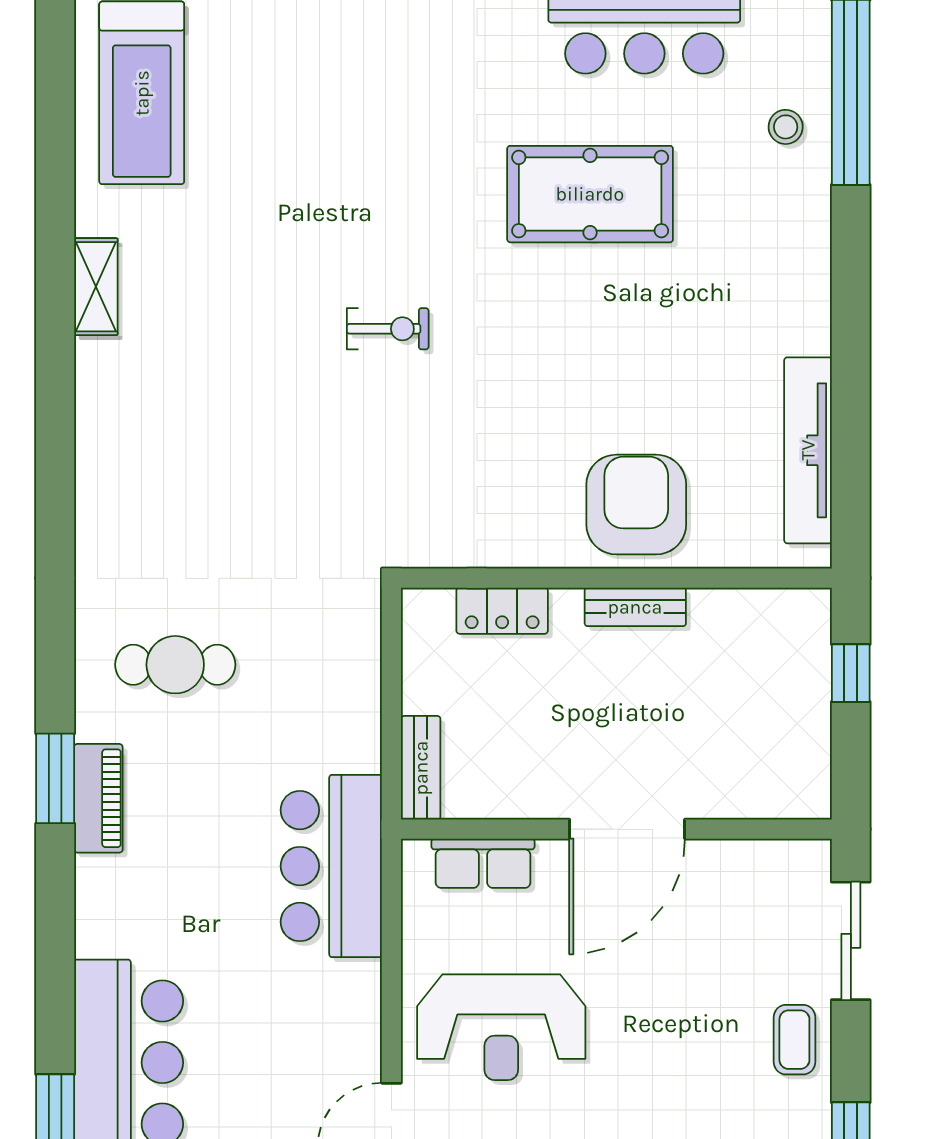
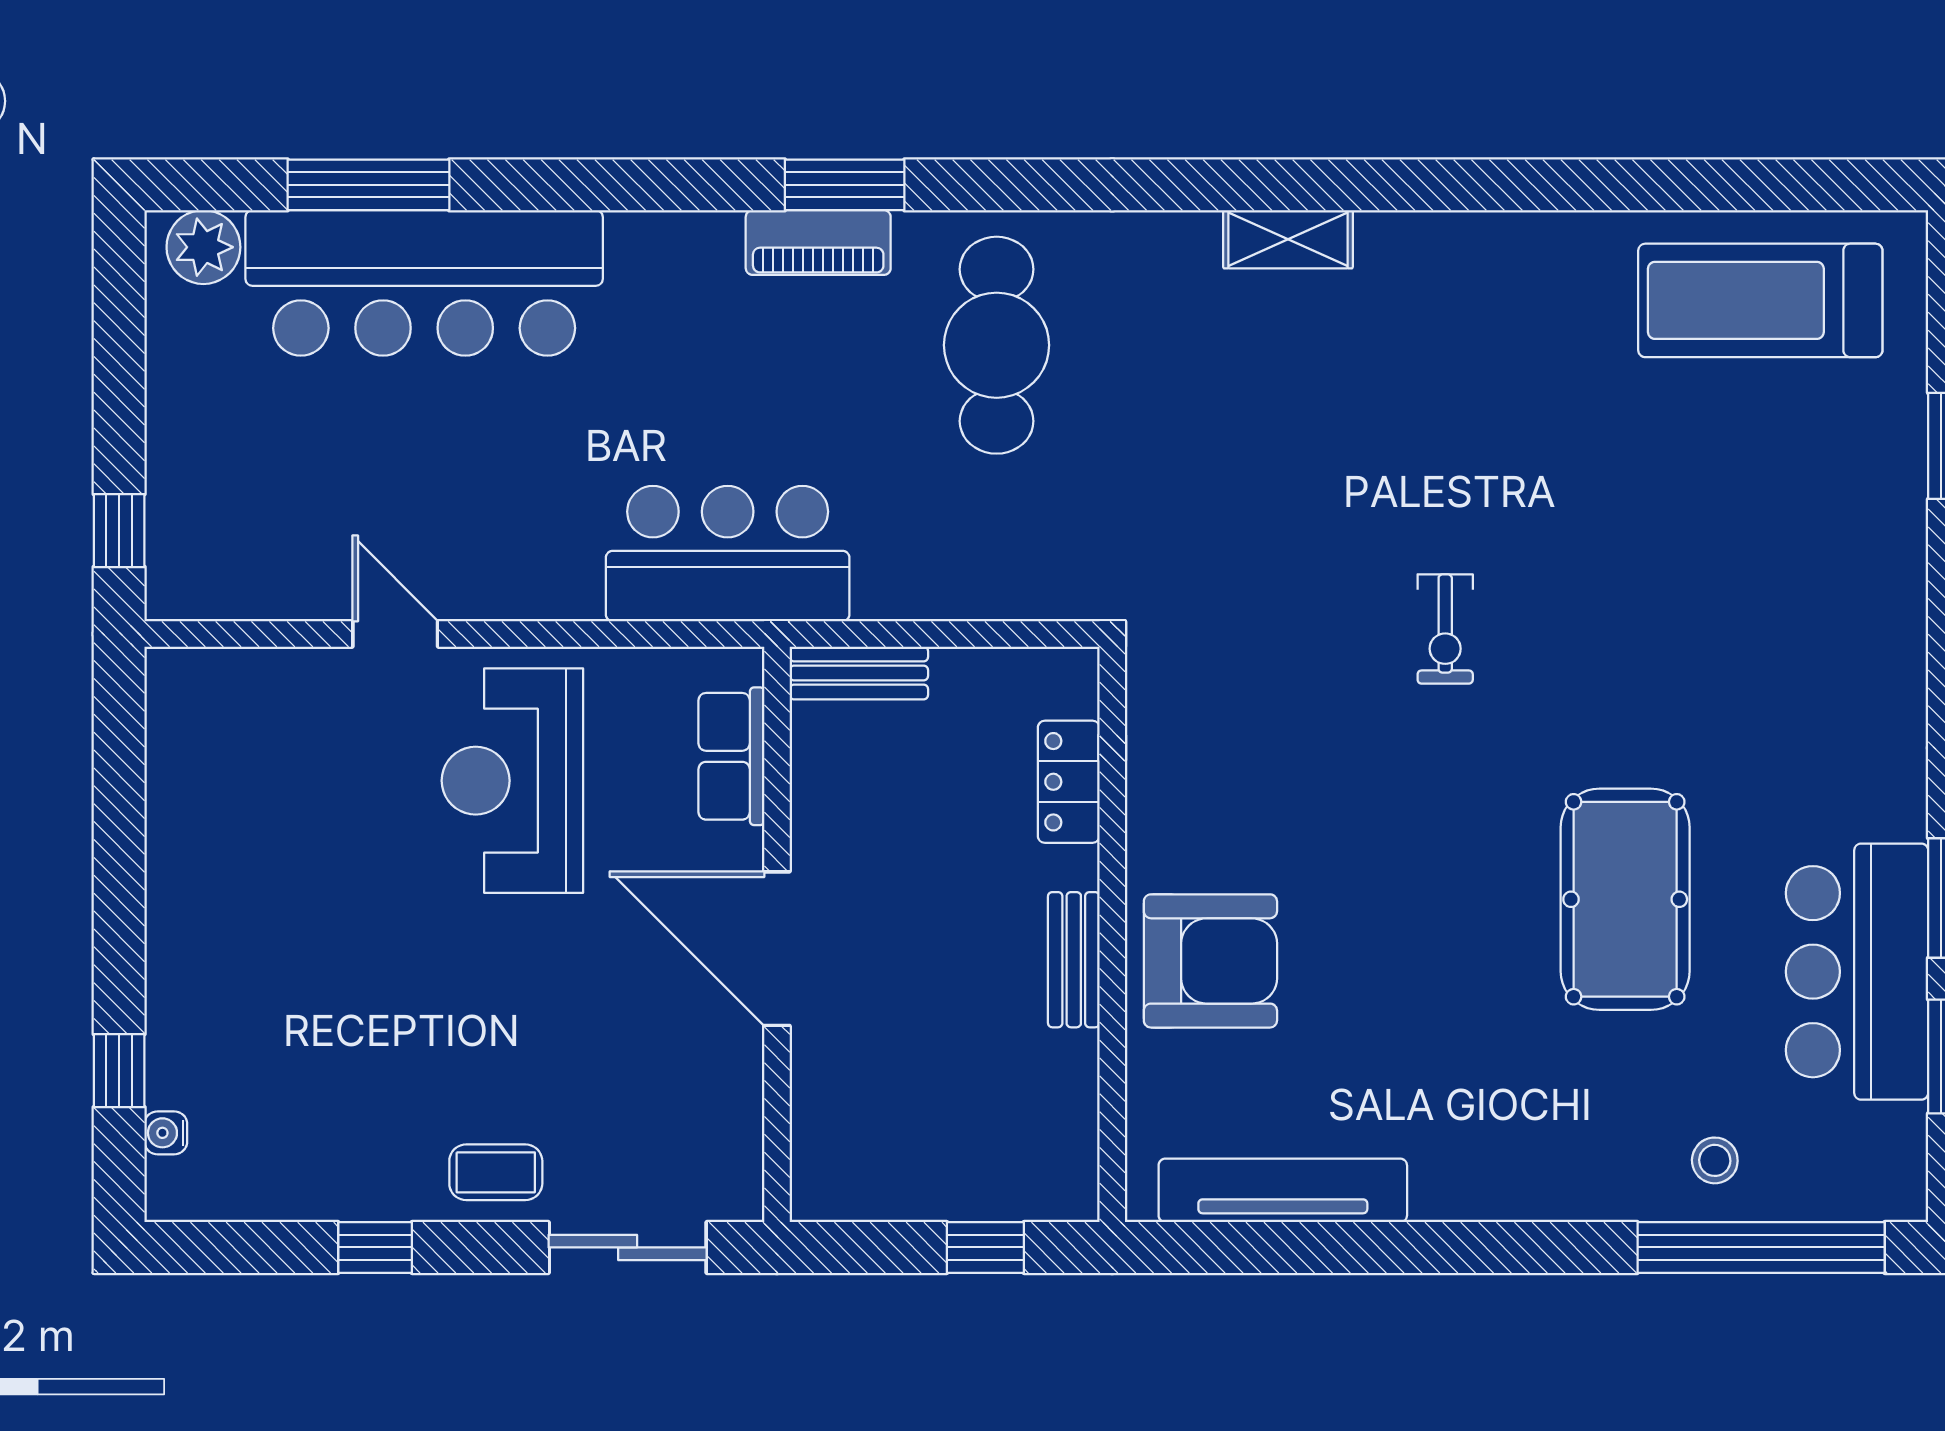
shelving: (96, 287) -> (1288, 239), moved
cafe table: (175, 665) -> (997, 345), width x1.37, depth x1.35

